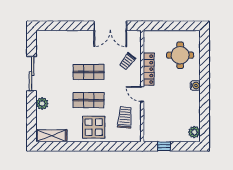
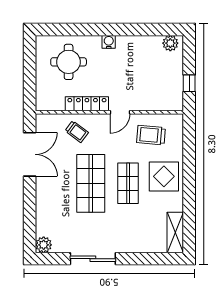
shop shelf: (89, 72) -> (91, 183), width x1.43, depth x1.36
plant: (42, 103) -> (44, 245), moved

